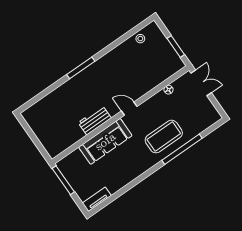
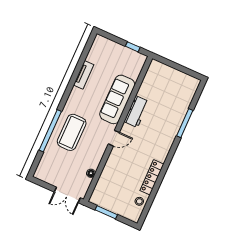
locker: (116, 53) -> (152, 177), added
window: (81, 68) -> (185, 123), moved
window: (63, 180) -> (133, 47), width x0.46
tv unit: (97, 199) -> (84, 75), moved

